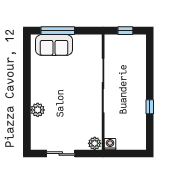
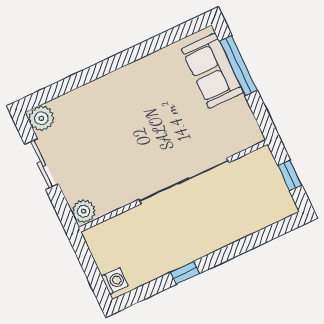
plant: (38, 110) -> (41, 118), moved
washing machine: (110, 144) -> (115, 281), moved

